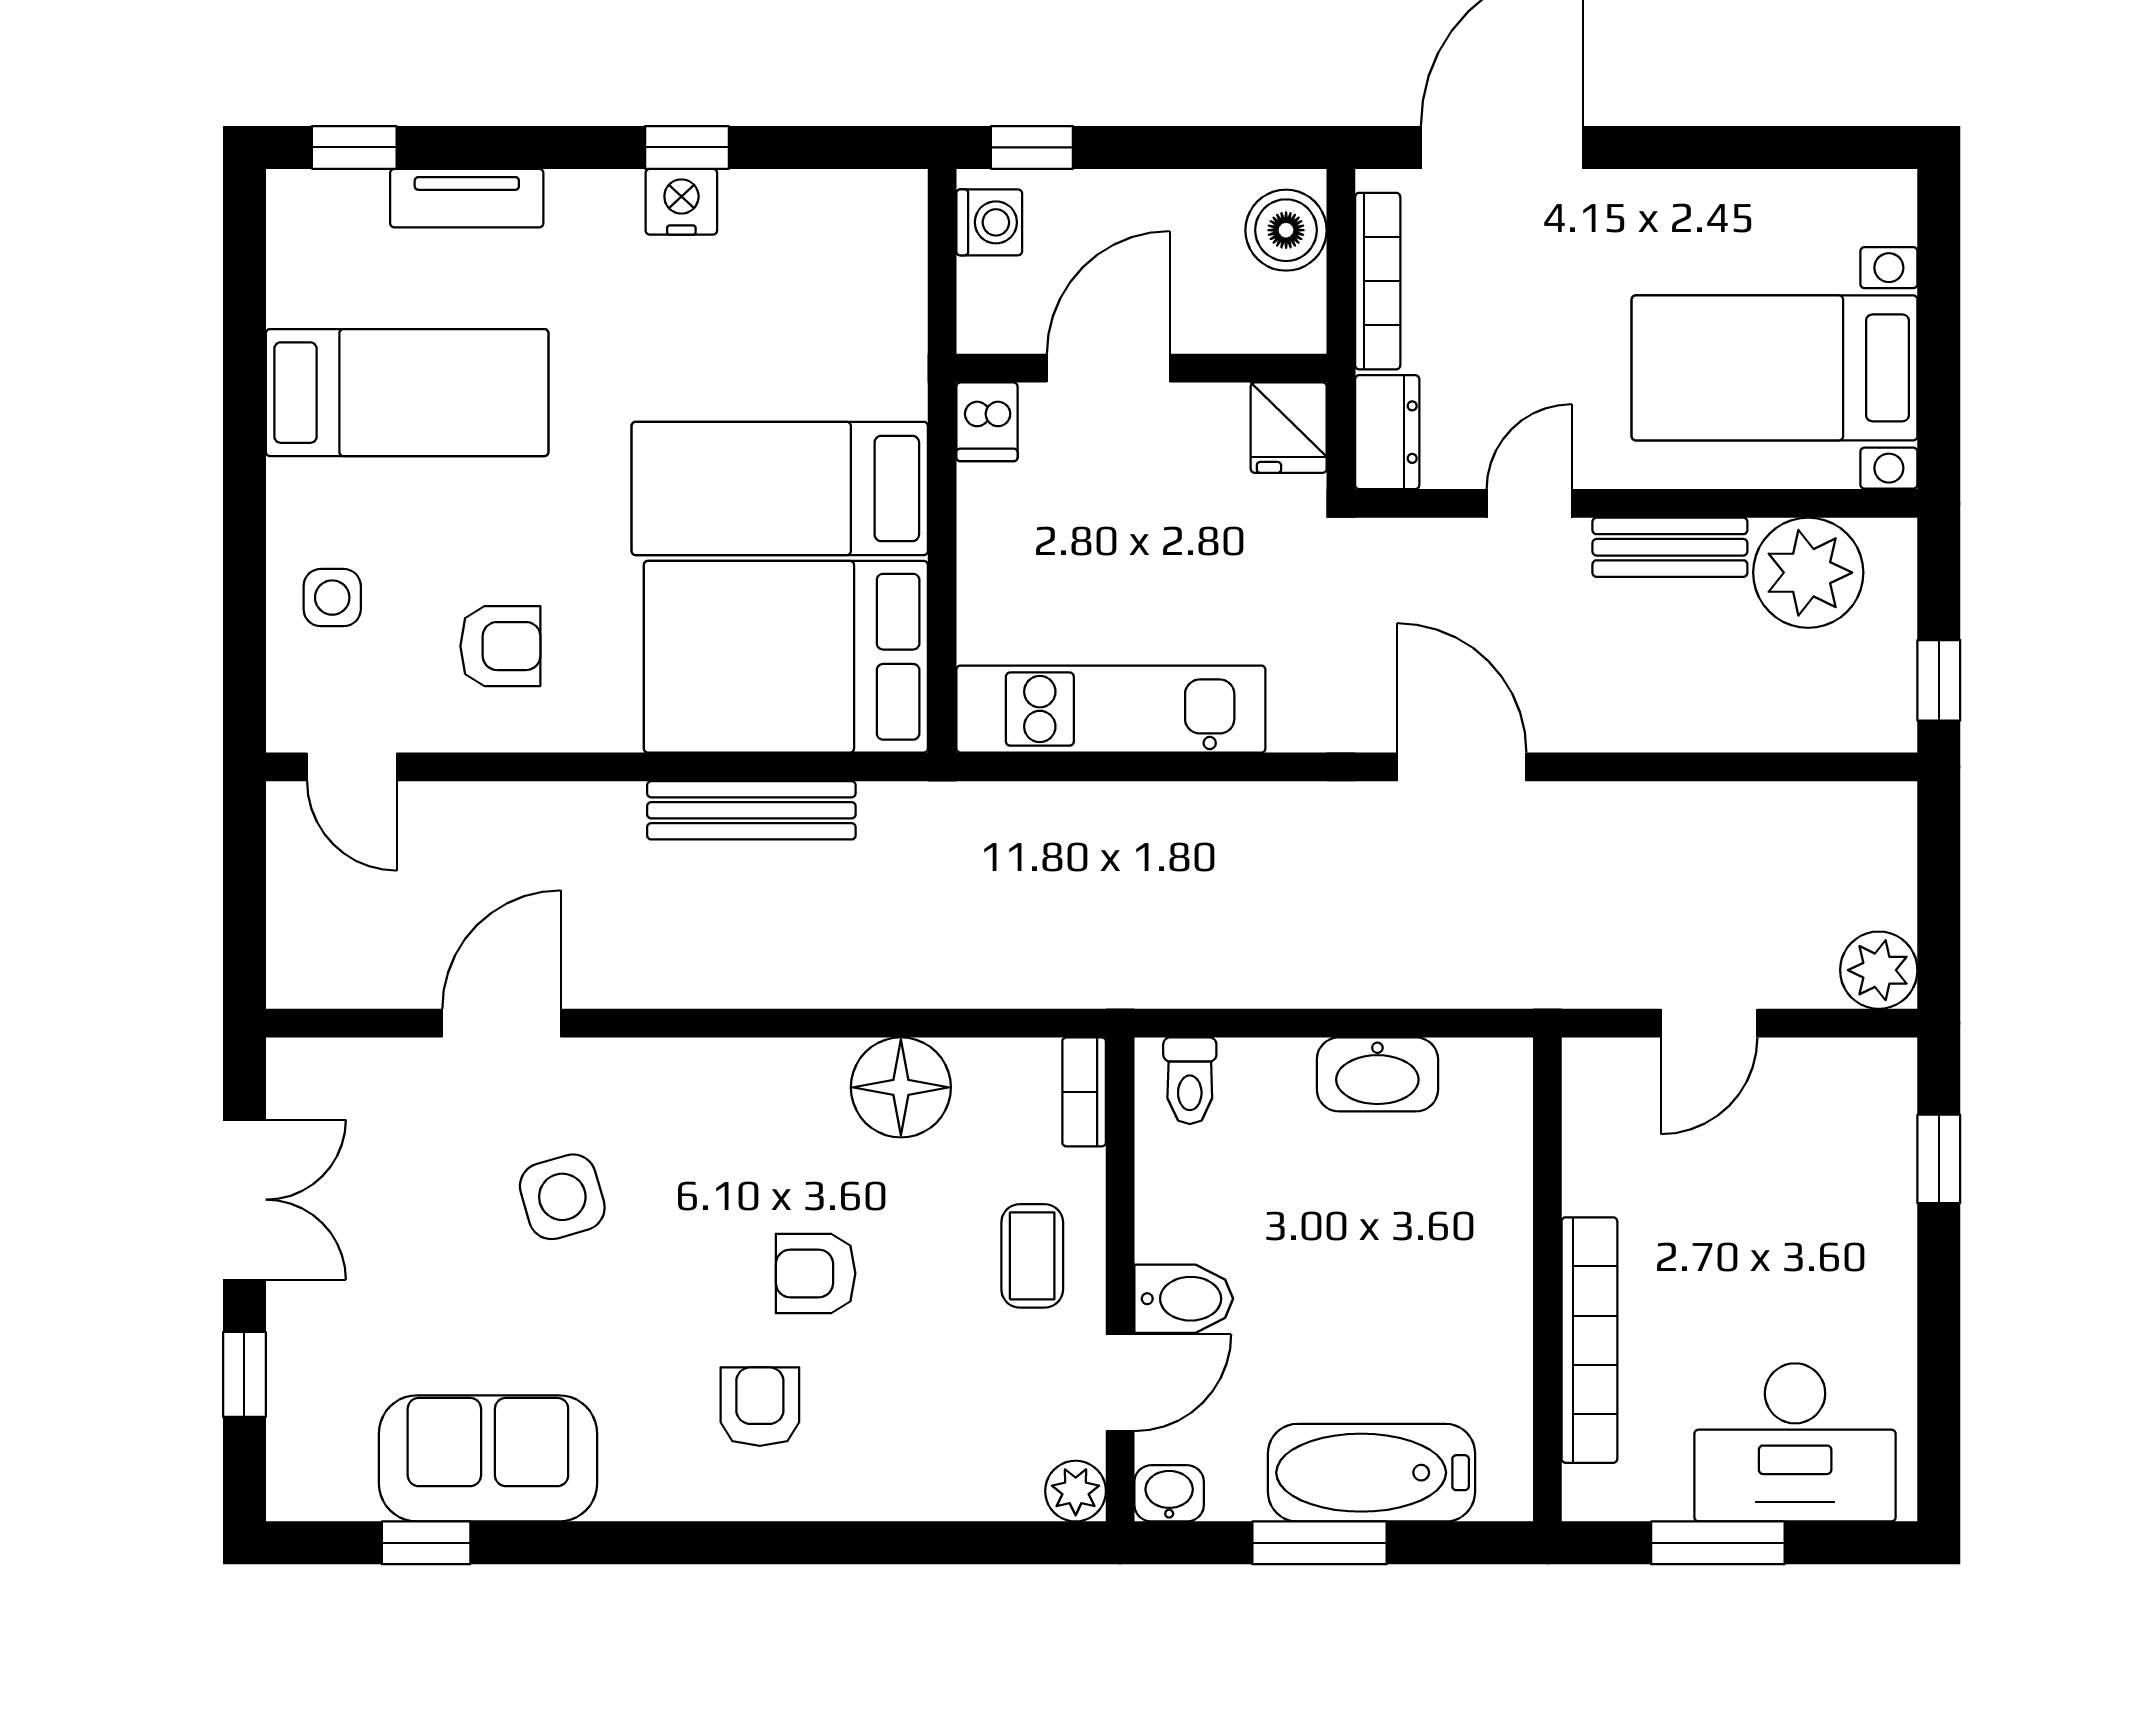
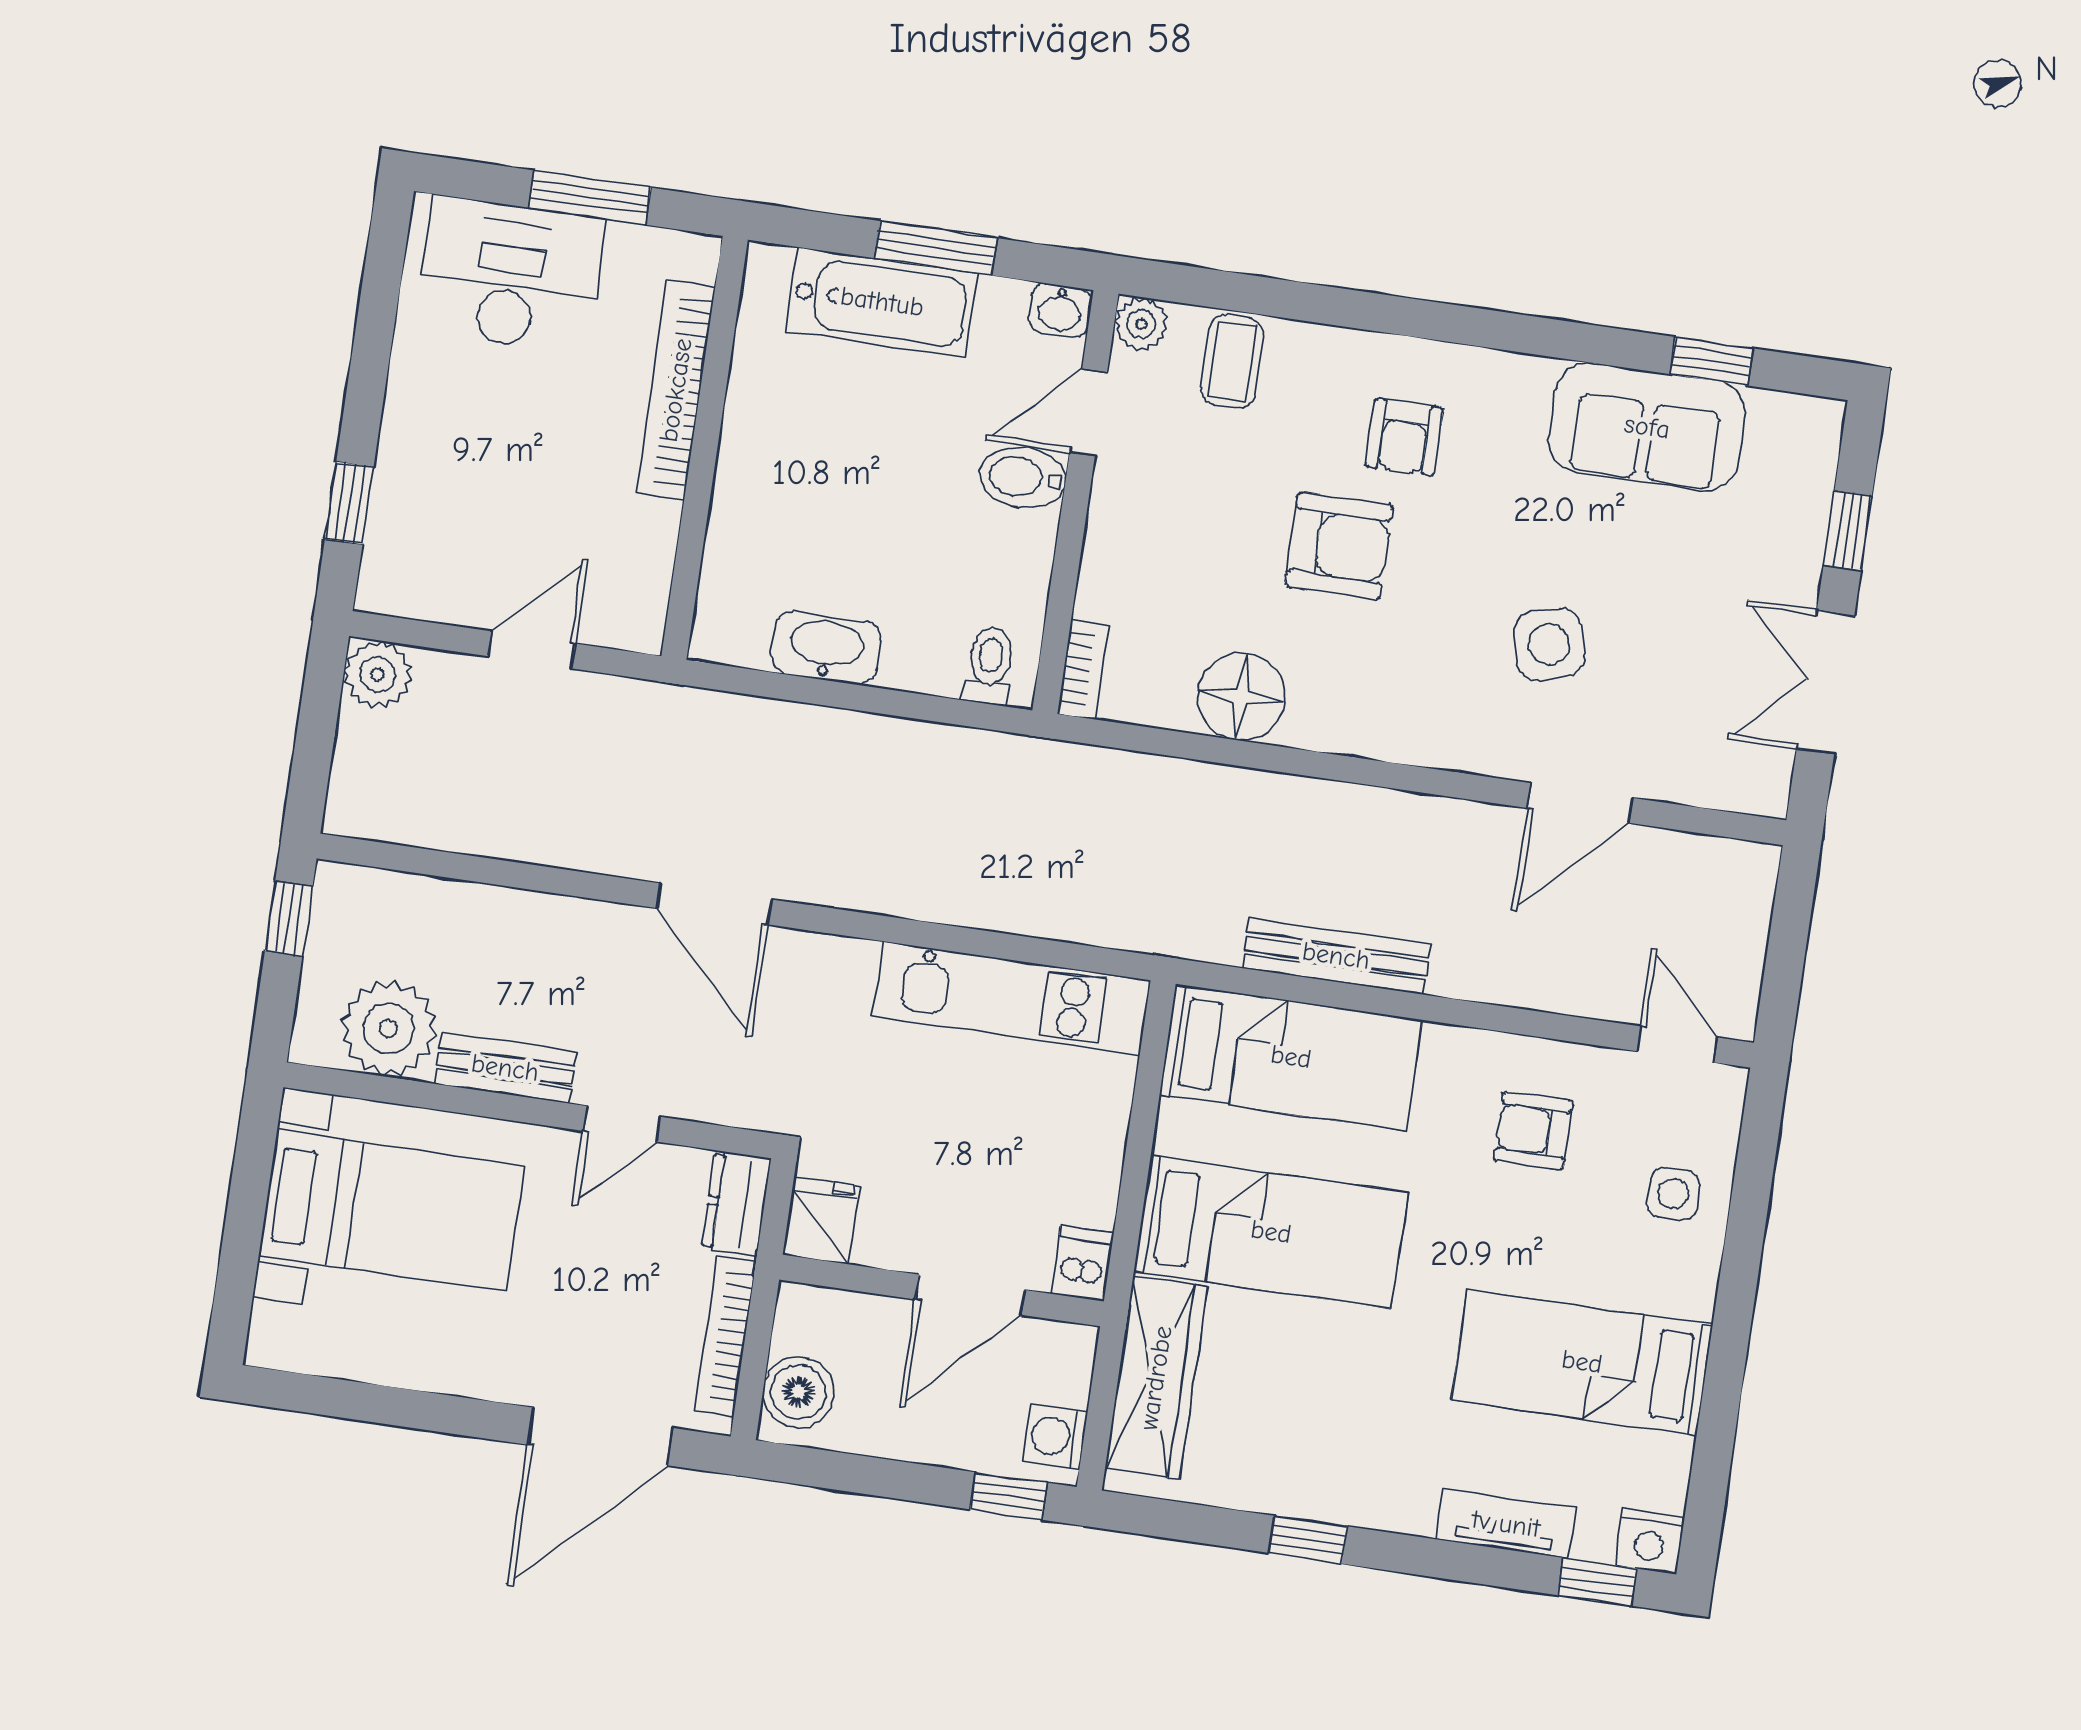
nightstand: (681, 202) -> (1650, 1541), moved
wardrobe: (885, 305) -> (1156, 1378), added
bed: (786, 657) -> (1291, 1057), width x0.67
coffee table: (1032, 1256) -> (1232, 361), moved
armchair: (816, 1273) -> (1339, 546), width x1.38, depth x1.38

